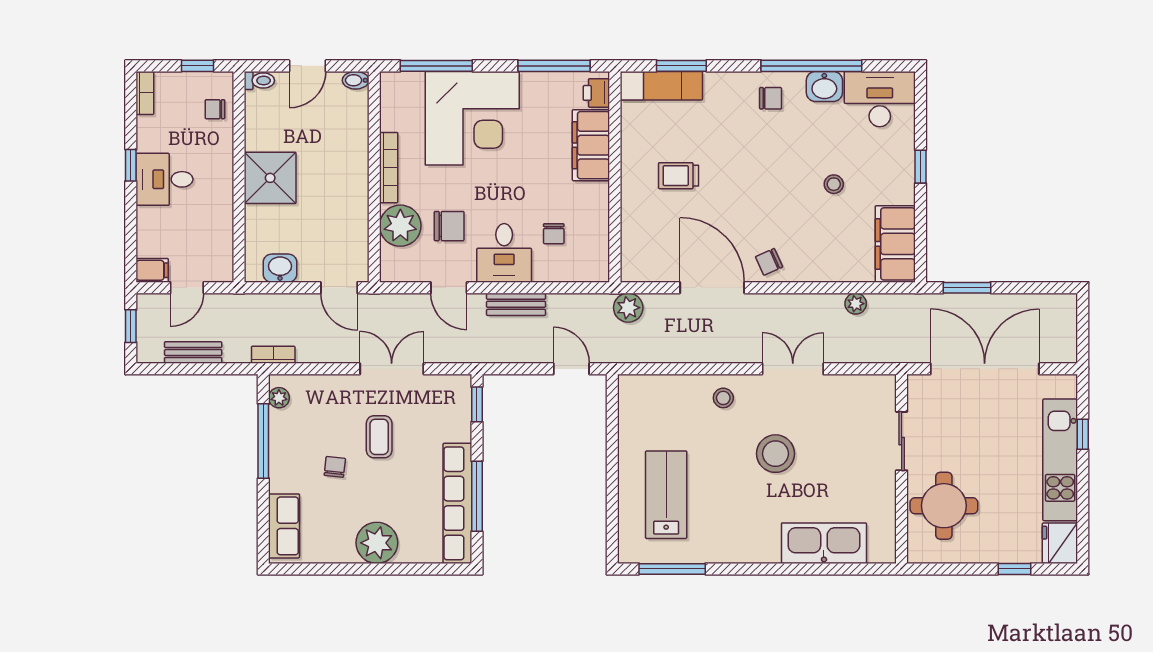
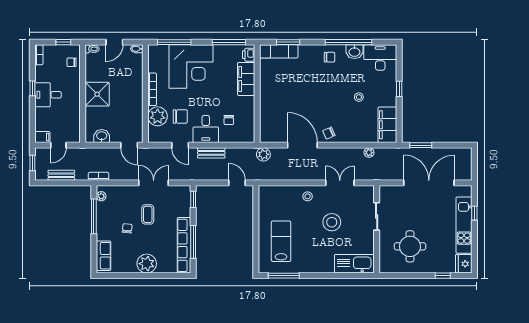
trolley: (679, 176) -> (287, 93), removed
sliding door: (902, 441) -> (377, 216), moved
wall: (902, 469) -> (377, 229), moved

